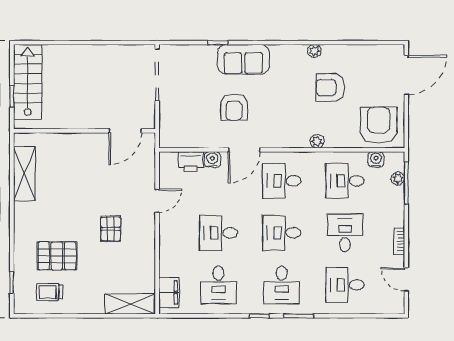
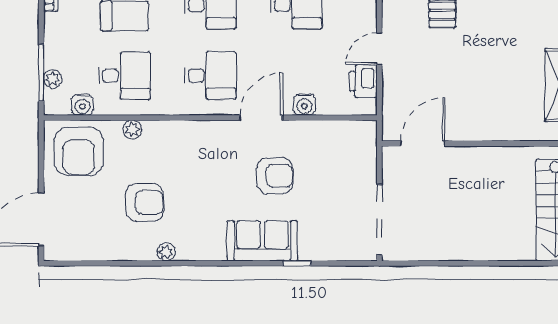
armchair: (234, 107) -> (275, 176), turned 90
plant: (317, 141) -> (132, 129), moved
printer: (191, 162) -> (363, 81), moved, turned -90

